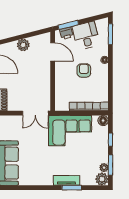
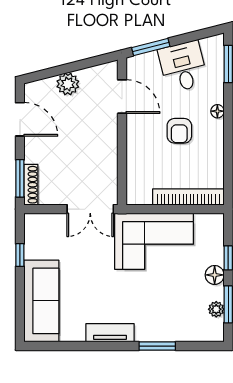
printer: (66, 33) -> (147, 62), removed
armchair: (84, 70) -> (179, 131), turned 180
floor lamp: (103, 121) -> (215, 275), moved
plant: (102, 179) -> (213, 330), removed
tv unit: (67, 180) -> (110, 333), moved

